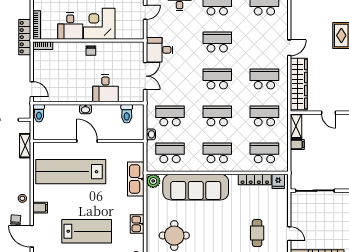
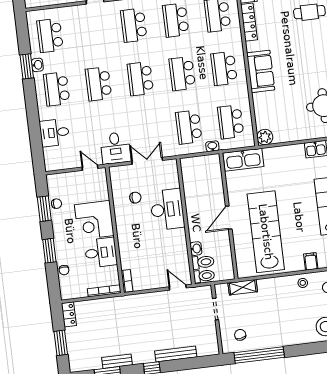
door: (145, 12) -> (90, 168), moved
locker: (25, 37) -> (120, 303), removed
chair: (91, 51) -> (135, 198), moved
desk: (105, 88) -> (167, 209), width x1.37
door: (32, 89) -> (178, 287), hinge flipped
washbasin: (85, 109) -> (196, 249), moved
toilet: (127, 114) -> (203, 262), moved
lab bench: (71, 172) -> (266, 232), turned 180
kitchen sink: (136, 179) -> (243, 160), moved
sofa: (196, 187) -> (261, 71), width x0.54, depth x0.79

